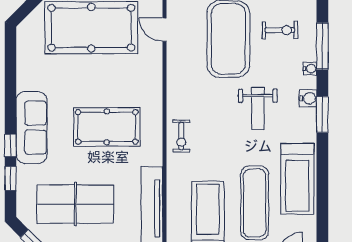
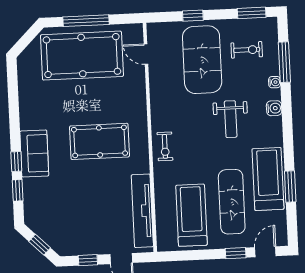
window: (322, 114) -> (290, 187), moved
sofa: (32, 128) -> (34, 154), width x0.73
treadmill: (297, 179) -> (268, 179), turned 180
table tennis table: (75, 204) -> (75, 210), removed

